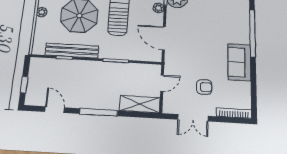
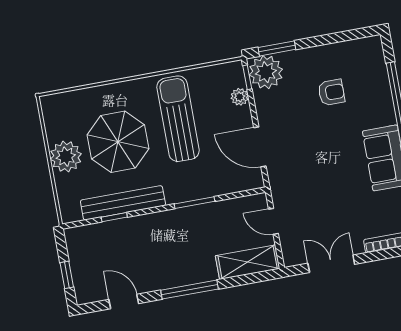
plant: (42, 12) -> (66, 157), width x1.88, depth x1.88
door: (162, 83) -> (273, 221), swing flipped
armchair: (204, 87) -> (331, 92), moved
double door: (193, 118) -> (331, 264), swing flipped

